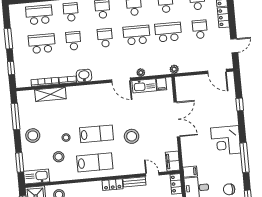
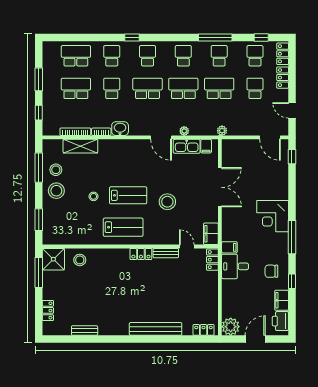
school desk: (105, 38) -> (148, 88), width x1.85
door: (234, 46) -> (292, 110), swing flipped
window: (240, 104) -> (292, 157), moved
stool: (59, 157) -> (56, 170), moved
kitchen sink: (37, 177) -> (57, 237), removed

